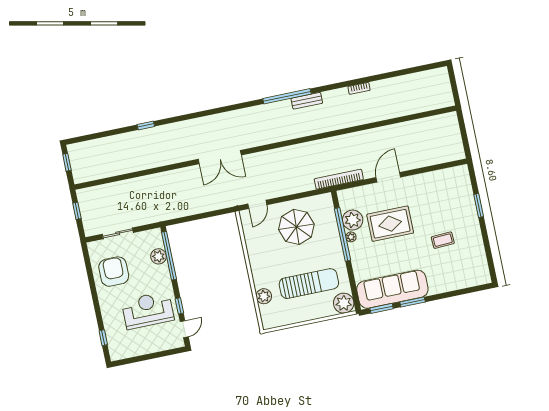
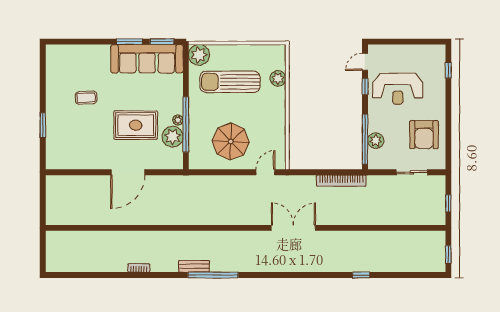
door: (388, 177) -> (128, 172), width x1.36
bookcase: (339, 179) -> (341, 181), moved

